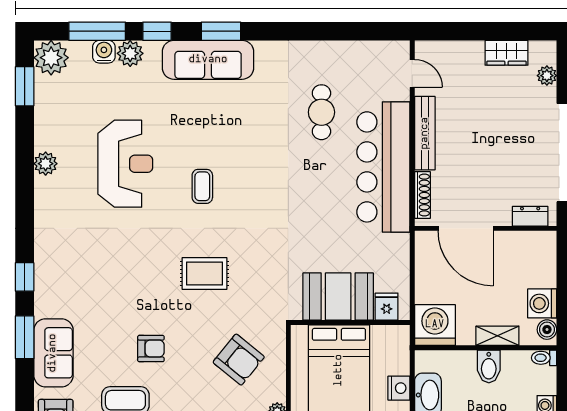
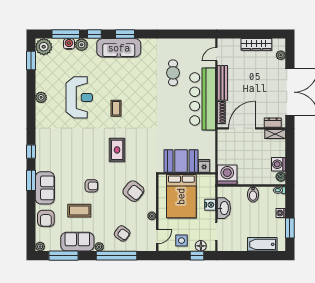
wardrobe: (507, 53) -> (256, 44), width x1.50
door: (412, 74) -> (216, 54), swing flipped
door: (466, 228) -> (242, 128), swing flipped
rug: (204, 274) -> (117, 150), turned 90
shelving: (497, 336) -> (275, 134), moved

